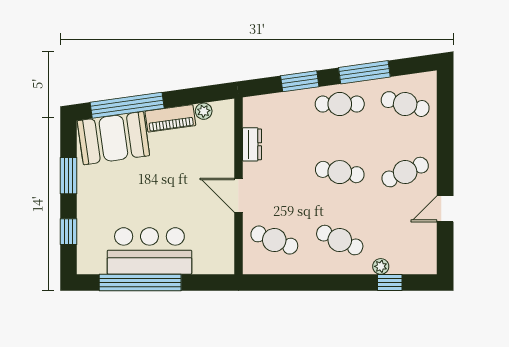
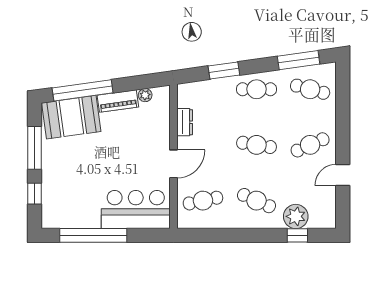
window: (364, 72) -> (299, 60), moved
window: (69, 176) -> (35, 148), width x1.44
door: (238, 195) -> (174, 164), swing flipped
cafe table: (274, 240) -> (203, 201), turned -33
bar counter: (149, 251) -> (136, 210), moved
plant: (381, 266) -> (296, 216), width x1.87, depth x1.87

